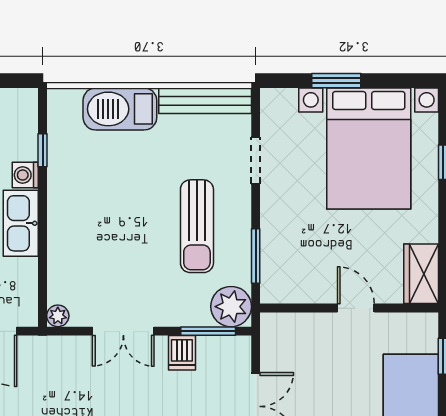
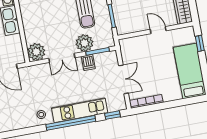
plant: (231, 307) -> (85, 43), moved
plant: (58, 316) -> (36, 52), width x1.87, depth x1.87

